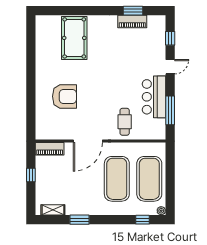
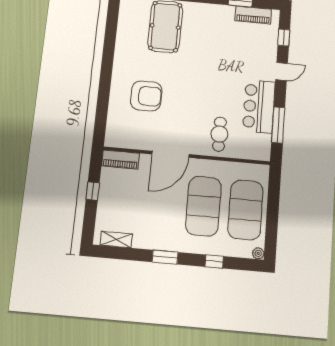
piano: (132, 22) -> (253, 15), moved
window: (79, 220) -> (165, 257), moved
window: (143, 220) -> (214, 261), moved

